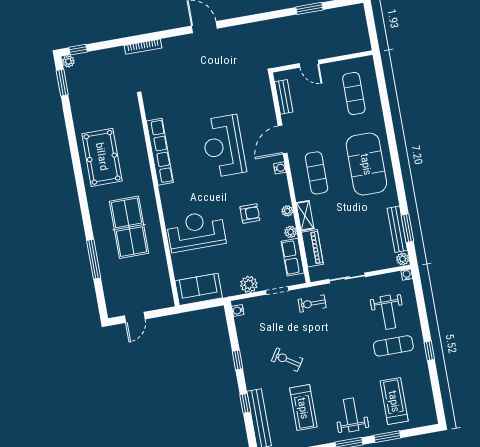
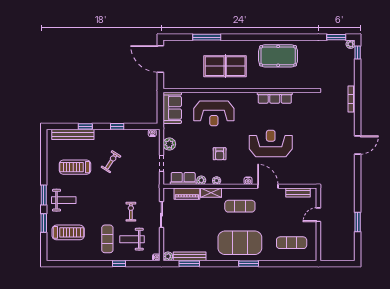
window: (393, 147) -> (249, 264), added
row of seats: (160, 152) -> (275, 98), width x0.73
reception desk: (196, 231) -> (214, 113), turned 90
exercise bike: (312, 303) -> (131, 212), moved
door: (135, 317) -> (160, 59), width x1.87
window: (429, 351) -> (119, 264), moved

